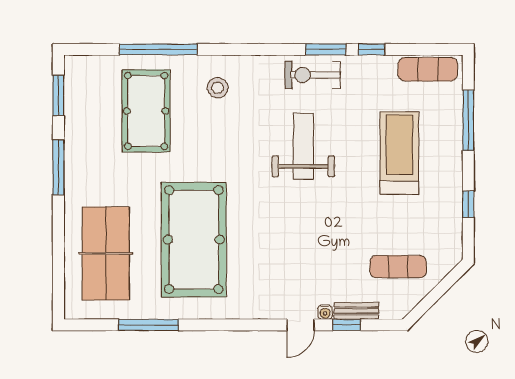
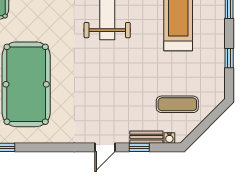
water cooler: (325, 312) -> (169, 138), moved

